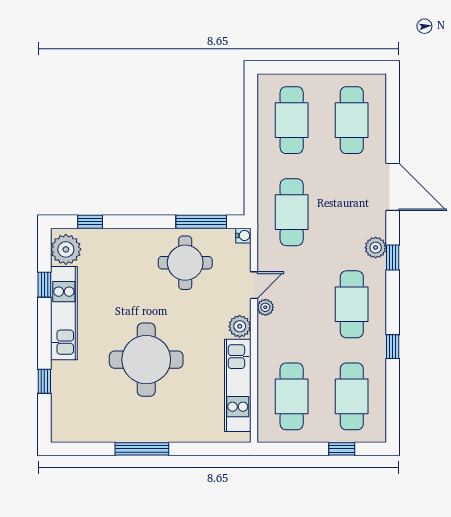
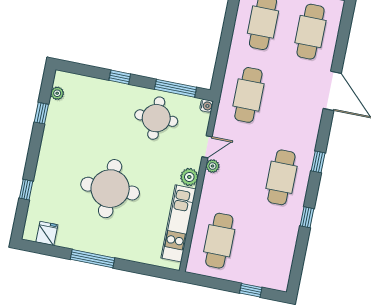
window: (90, 222) -> (120, 77), moved
plant: (376, 248) -> (309, 136), removed
plant: (66, 249) -> (57, 93), width x0.53, depth x0.53
window: (393, 257) -> (318, 162), moved
kitchen unit: (64, 313) -> (52, 139), removed
cafe table: (352, 396) -> (267, 250), removed
fridge: (80, 429) -> (47, 233), added

